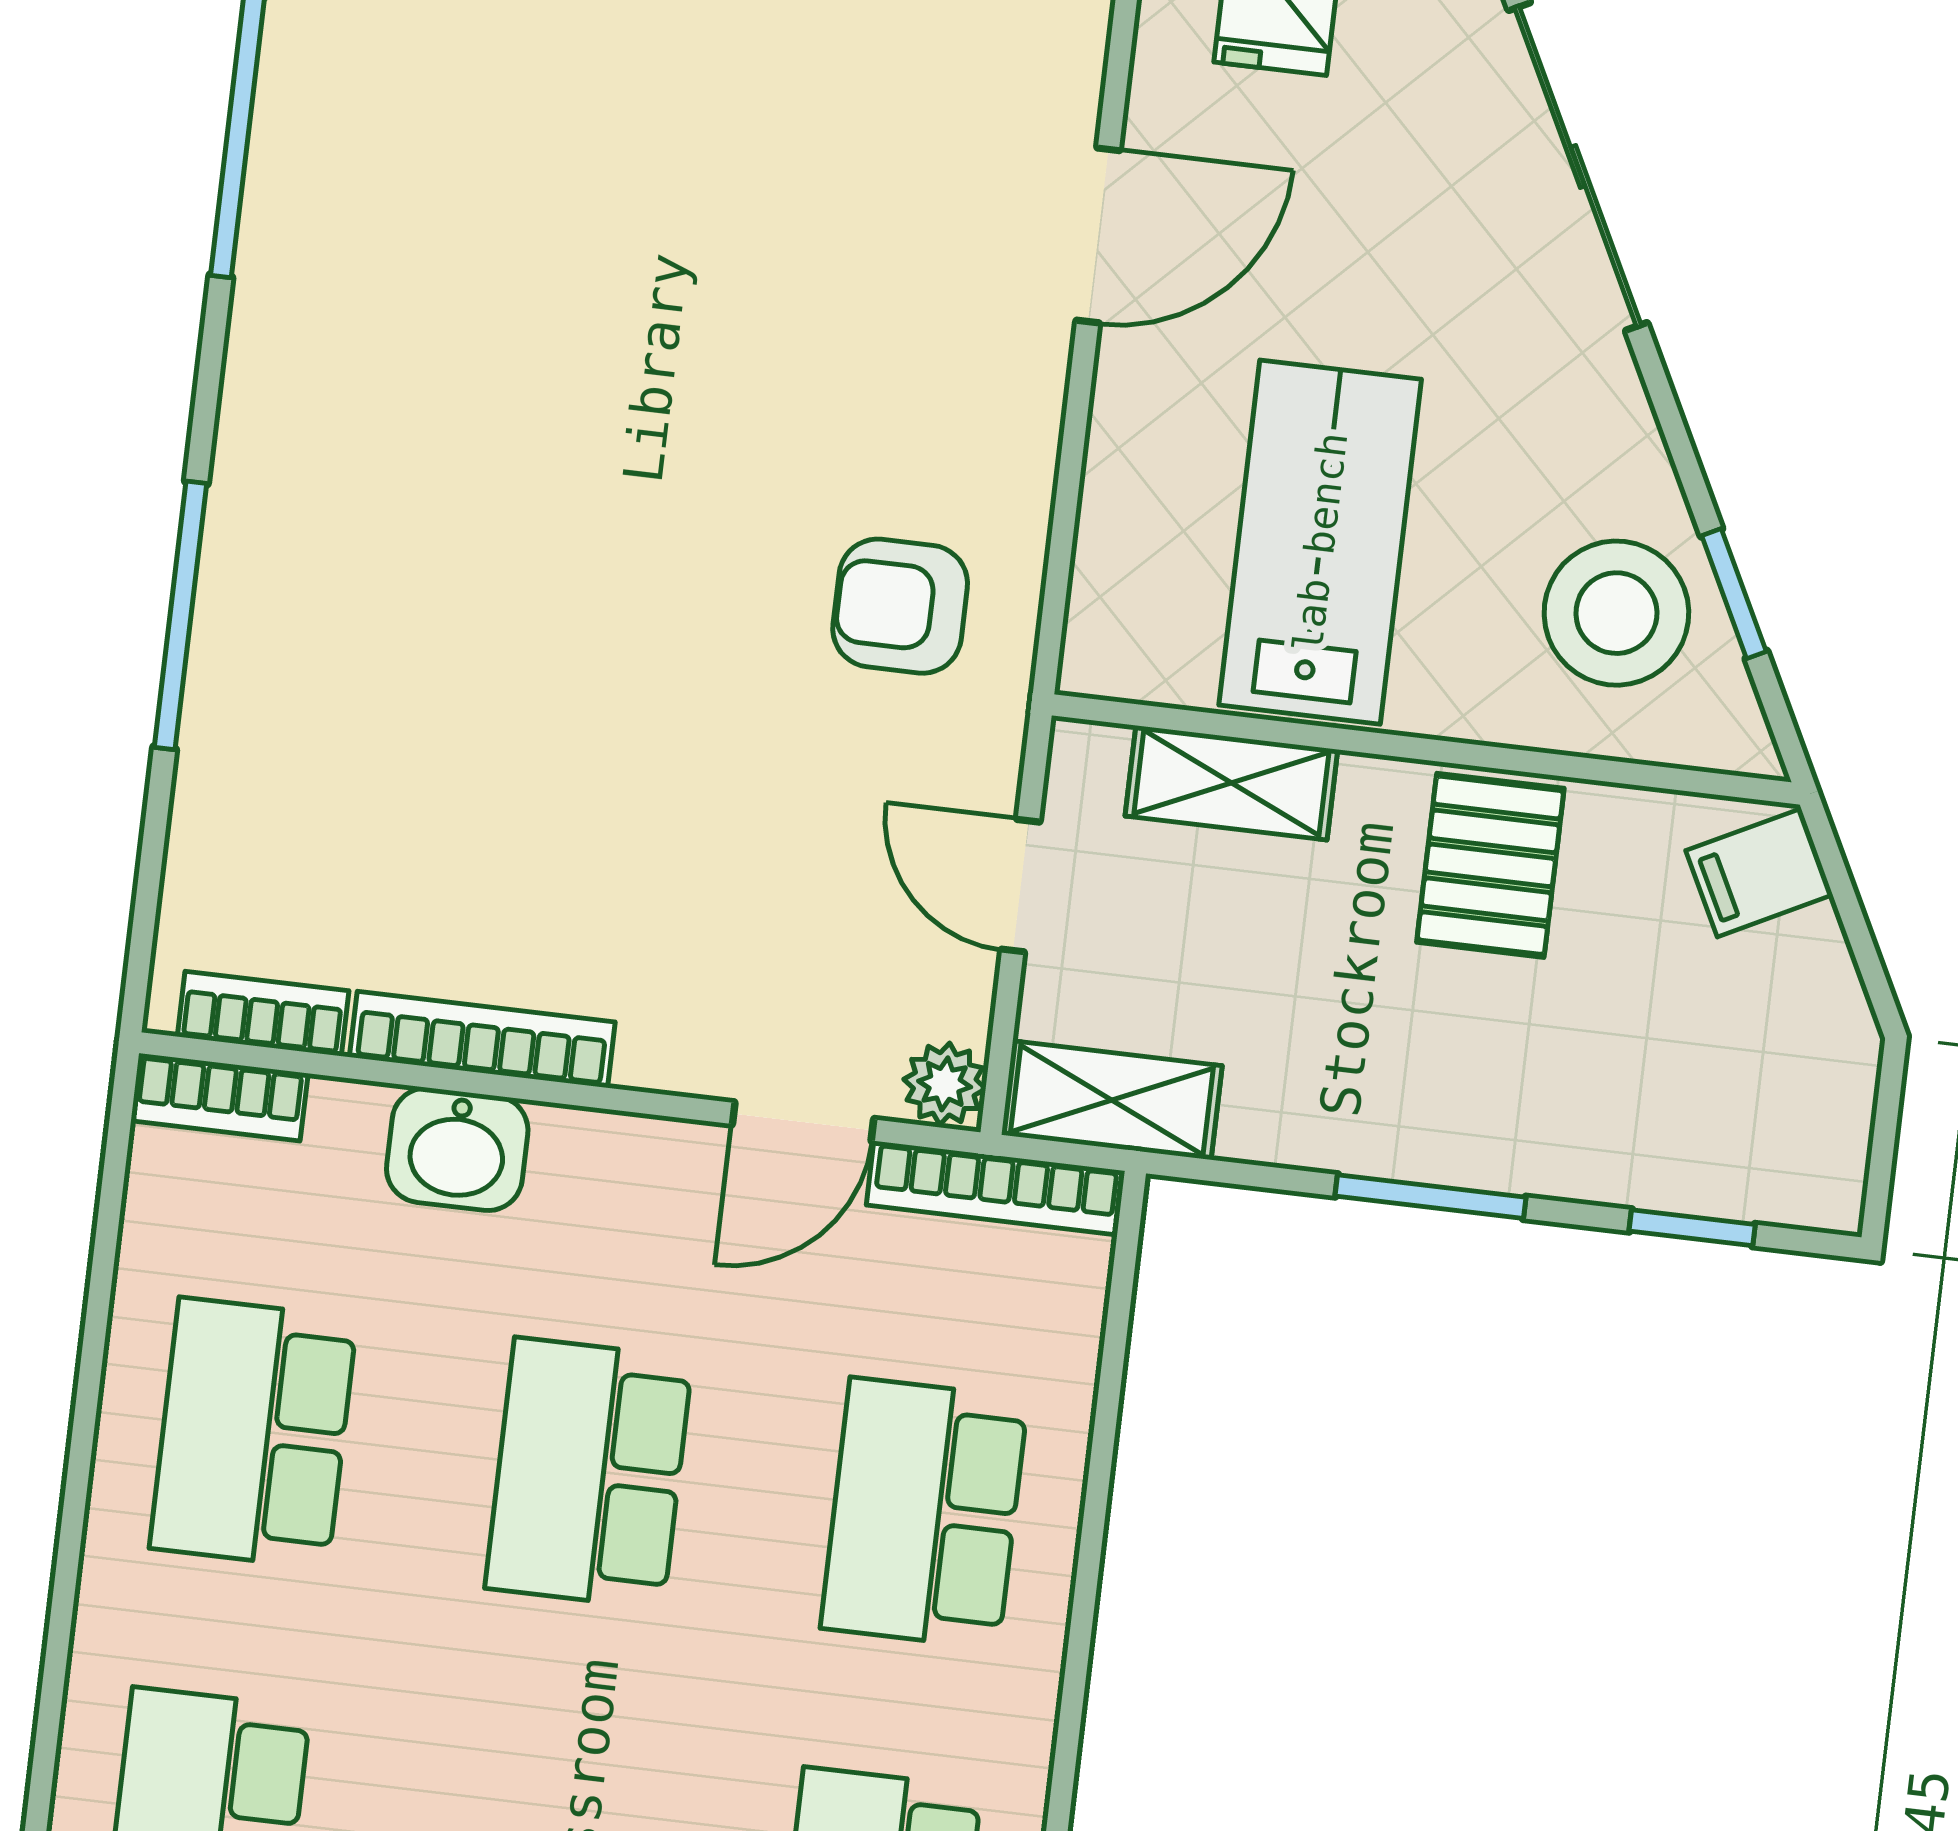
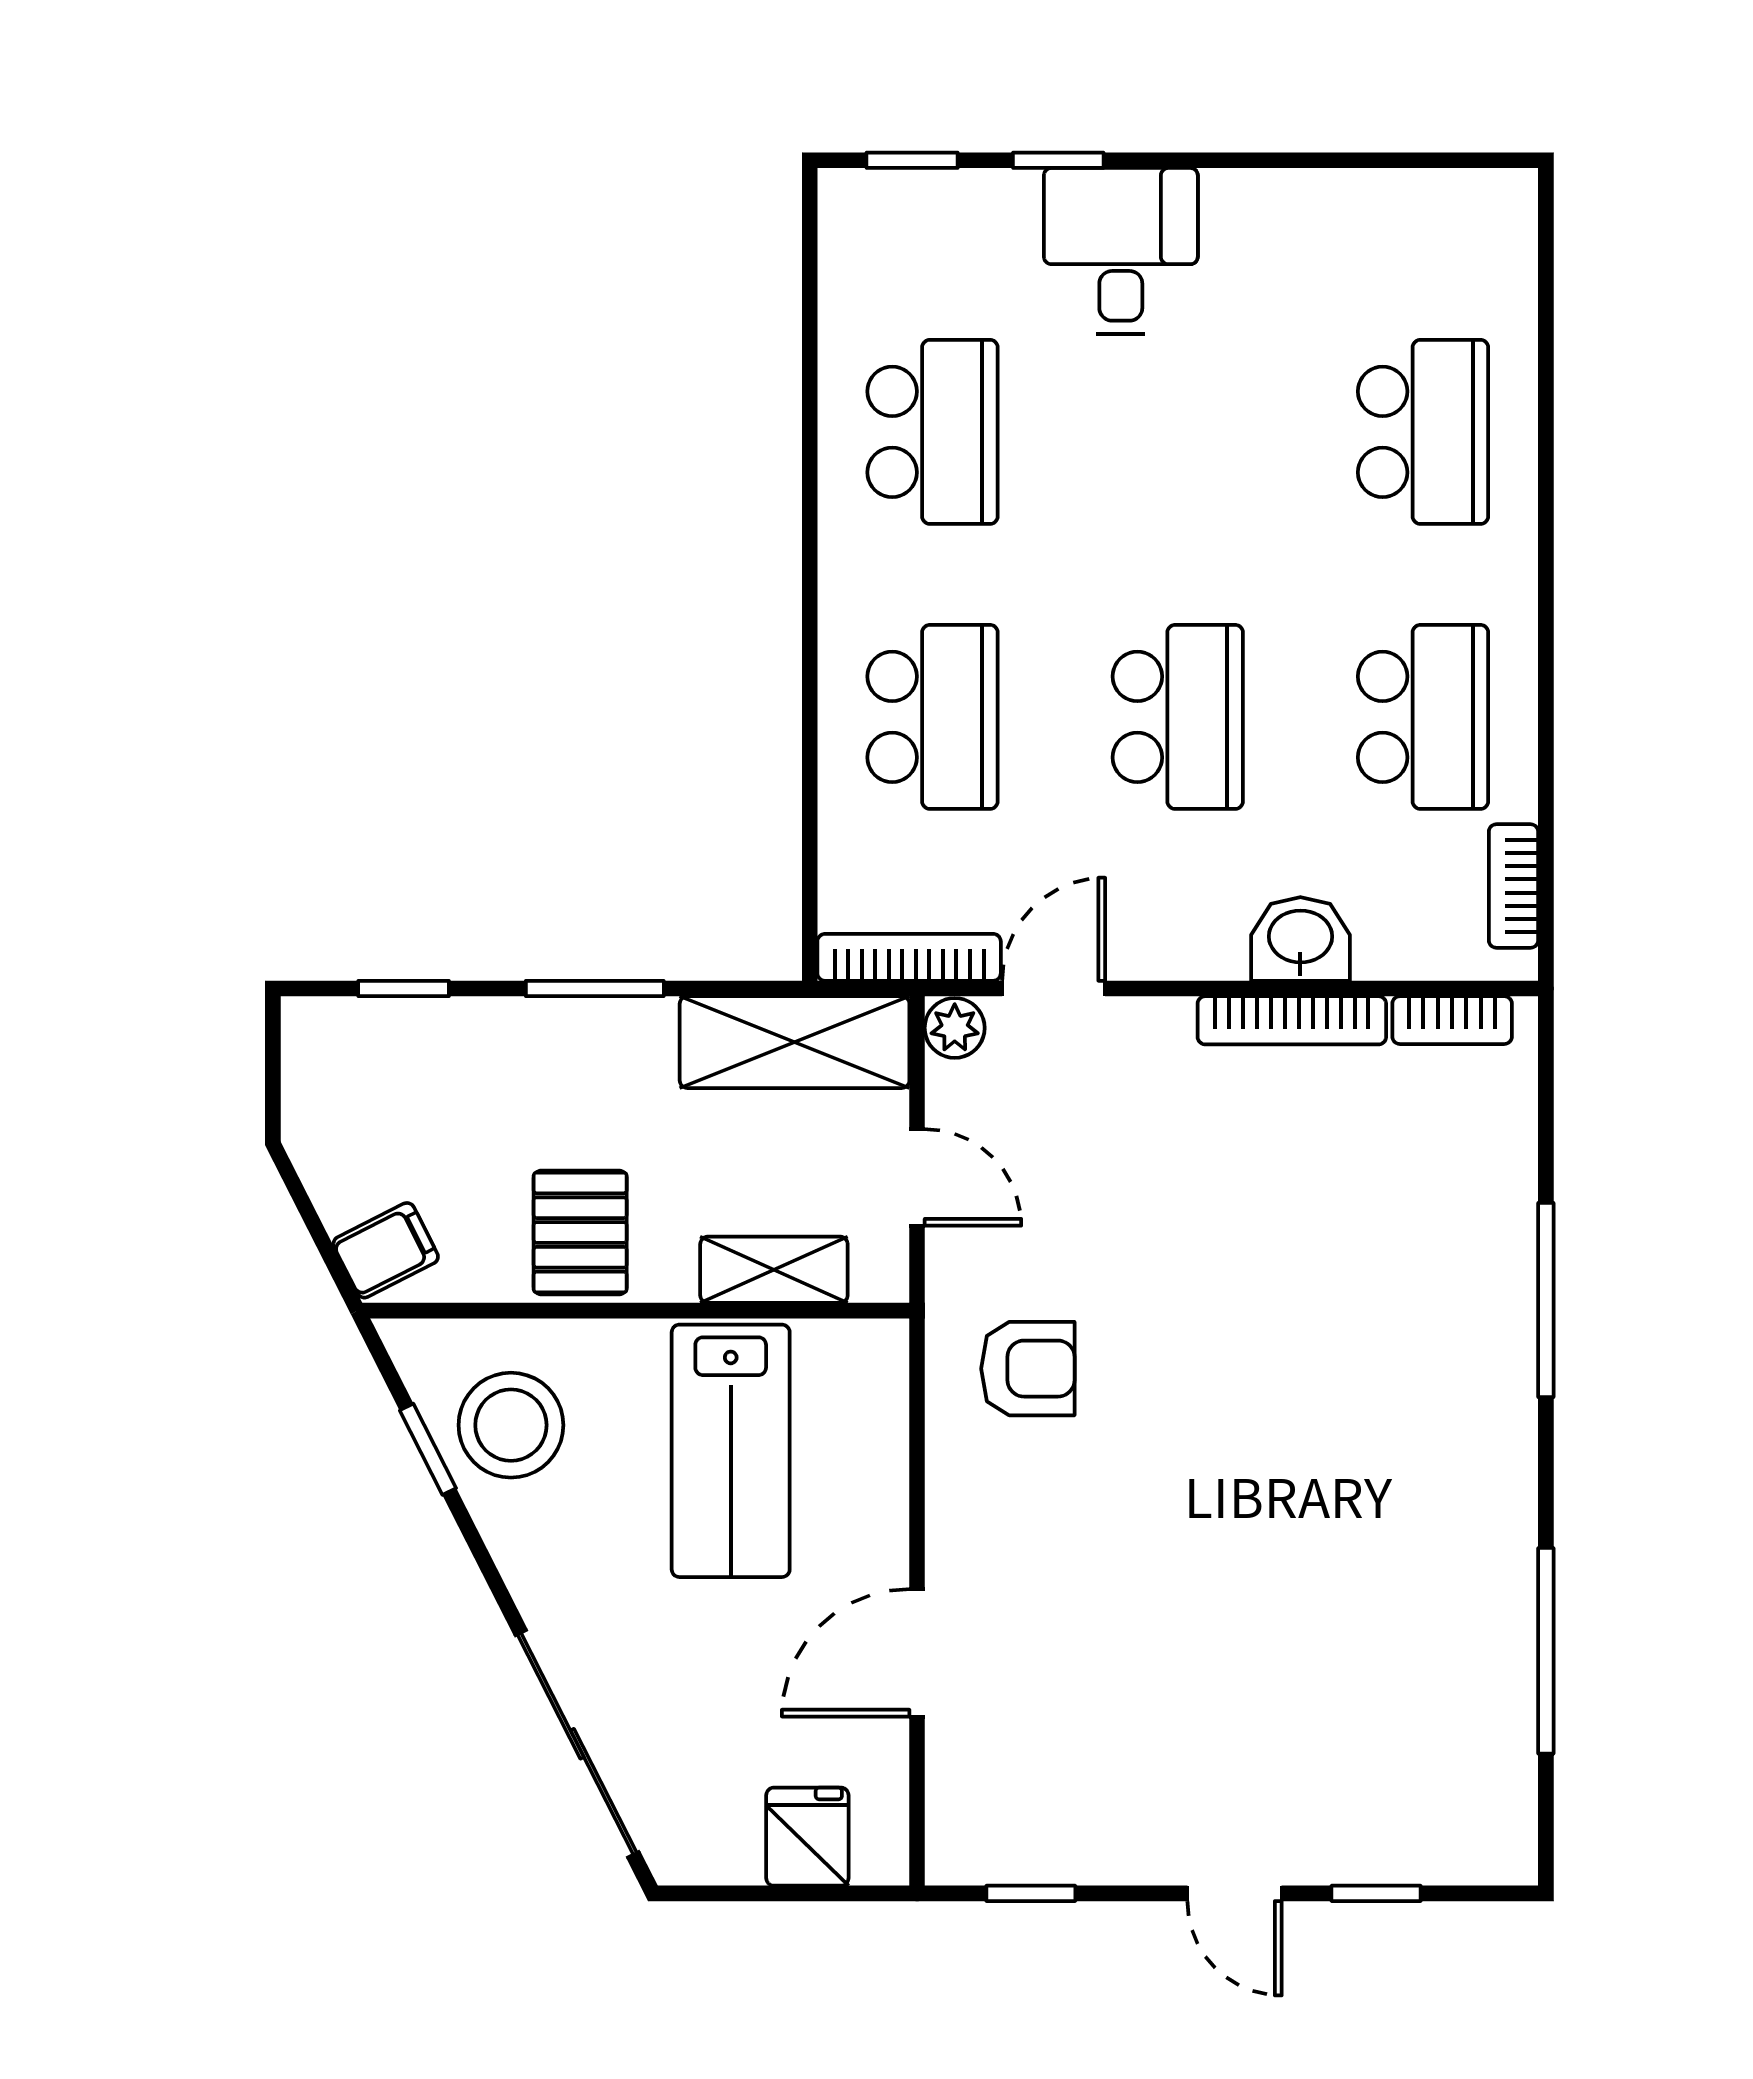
bookcase: (219, 1097) -> (1513, 886), moved, turned -90
shelving: (1112, 1100) -> (795, 1042), width x1.50, depth x1.33

